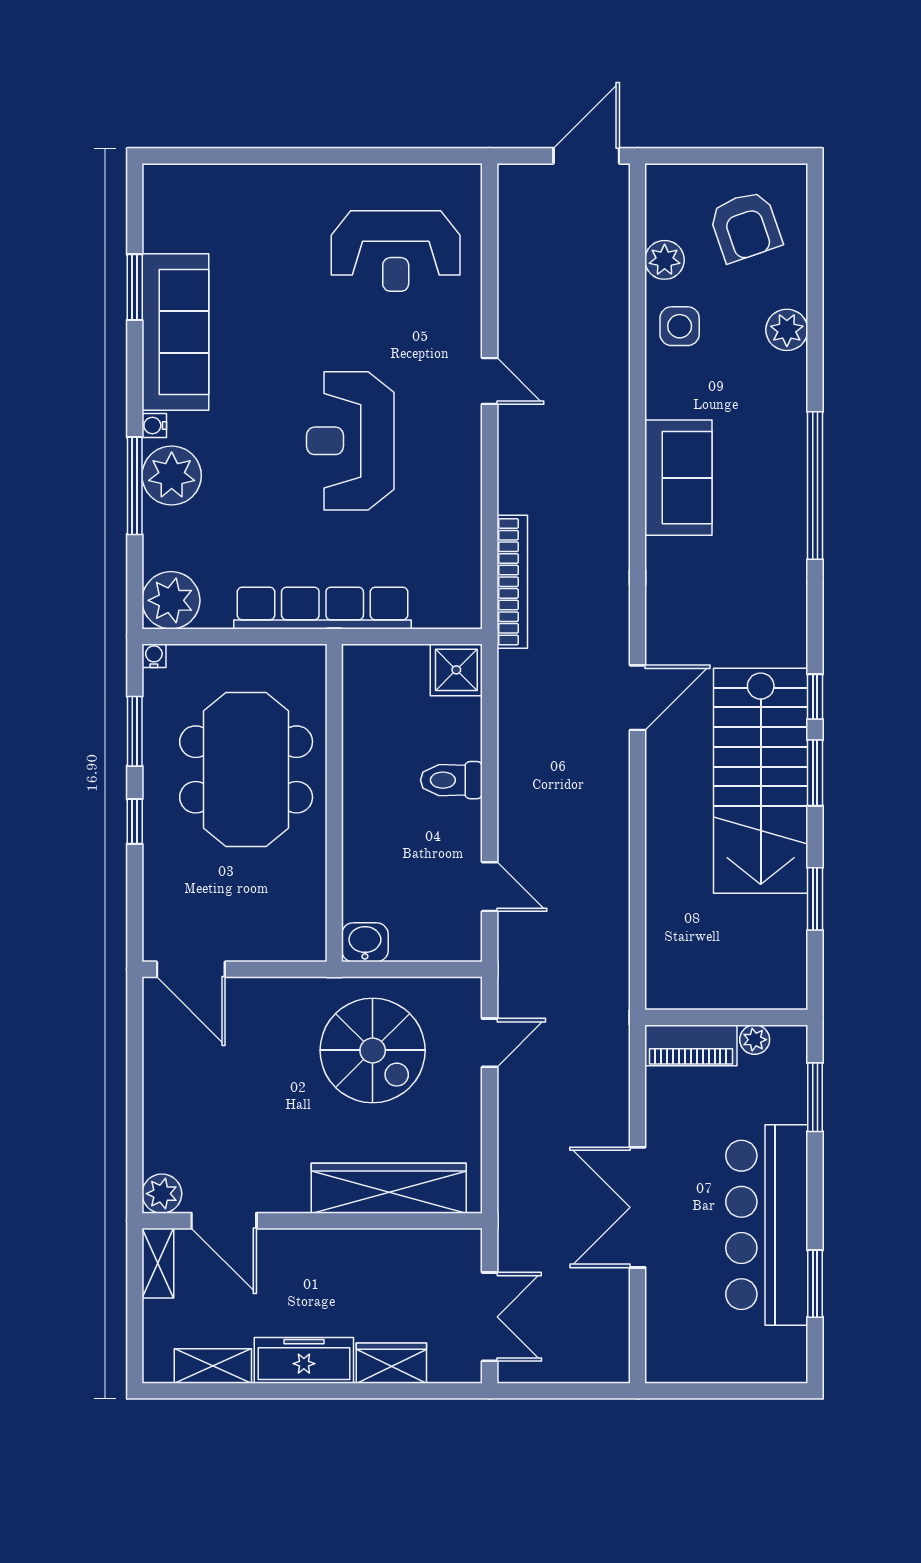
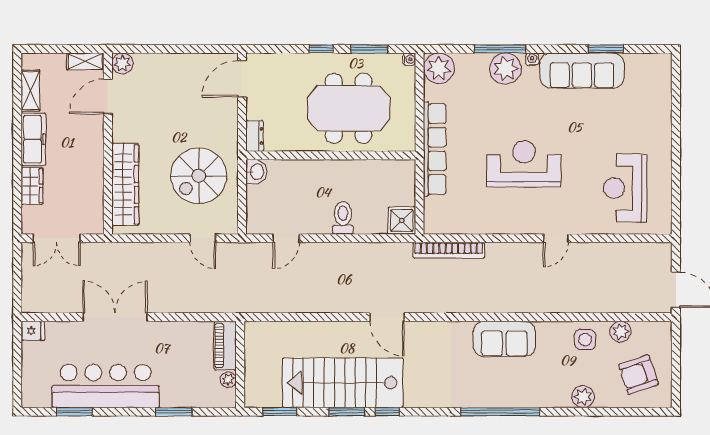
dresser: (298, 946) -> (255, 136), added
wall: (726, 1017) -> (240, 364), moved
plant: (755, 1040) -> (228, 380), moved
piano: (691, 1045) -> (225, 346), moved
fridge: (663, 1362) -> (33, 331), added

